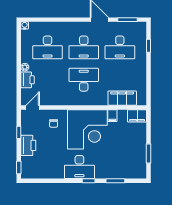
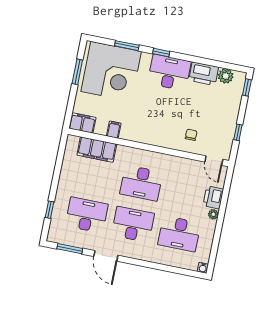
desk: (48, 47) -> (179, 234), turned 180
door: (33, 108) -> (214, 161), hinge flipped
corner desk: (87, 129) -> (111, 71), moved, turned 180
printer: (28, 145) -> (204, 74), moved, turned -90
plant: (37, 173) -> (226, 76), added

